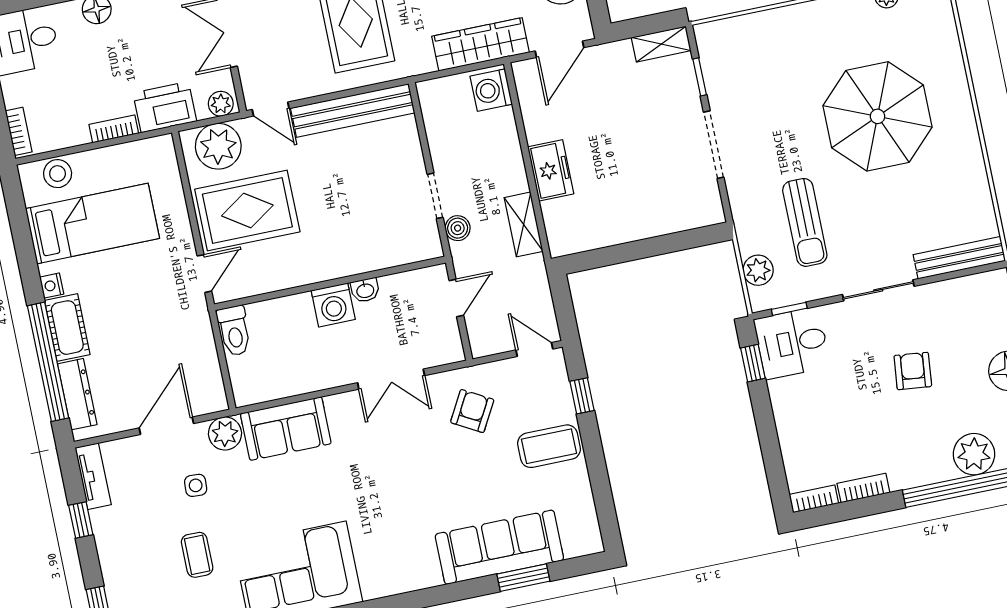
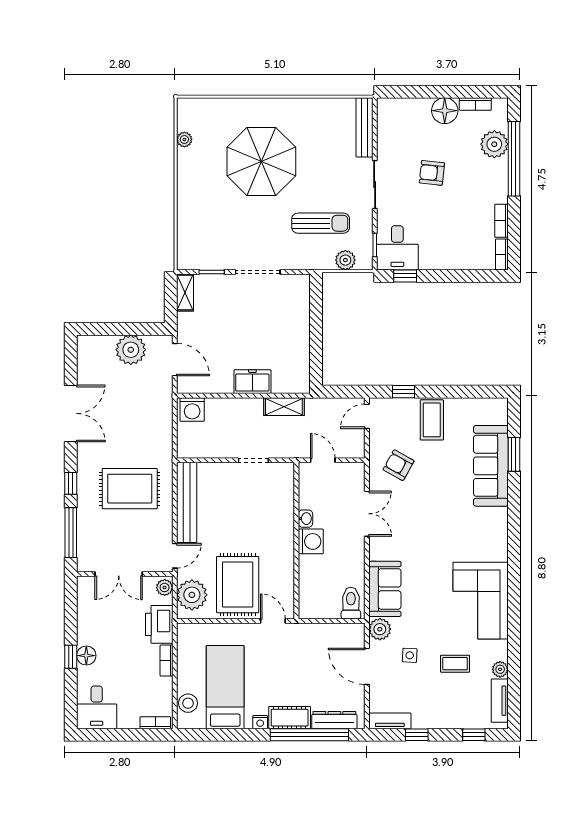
wardrobe: (481, 44) -> (161, 410), removed
boiler: (458, 228) -> (277, 450), removed
toilet: (234, 331) -> (351, 603), moved, turned -90

